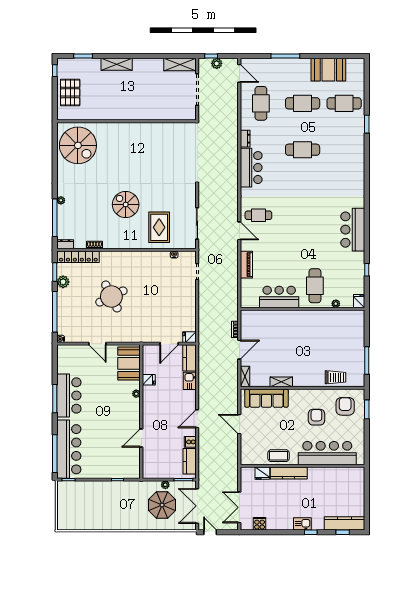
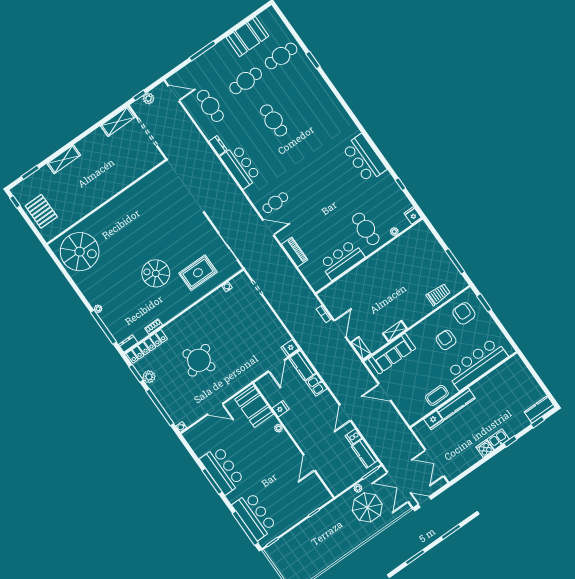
cafe table: (303, 150) -> (274, 120), turned 90
rug: (159, 227) -> (198, 273), turned 90
bar counter: (69, 449) -> (254, 516), width x0.73
kitchen counter: (345, 523) -> (540, 409), width x0.67
cooker: (260, 524) -> (485, 449), moved

